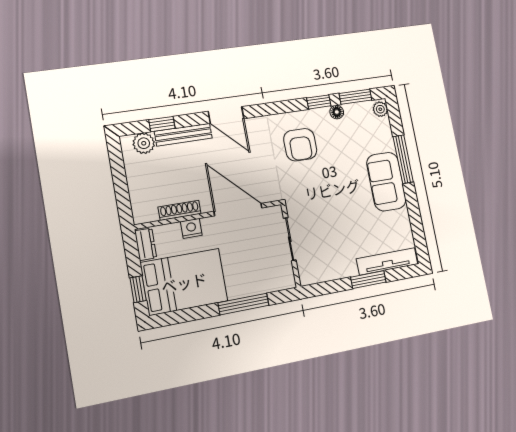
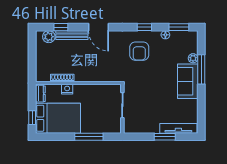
window: (319, 102) -> (144, 27), moved
plant: (380, 109) -> (193, 58), moved
door: (238, 210) -> (95, 83), removed

